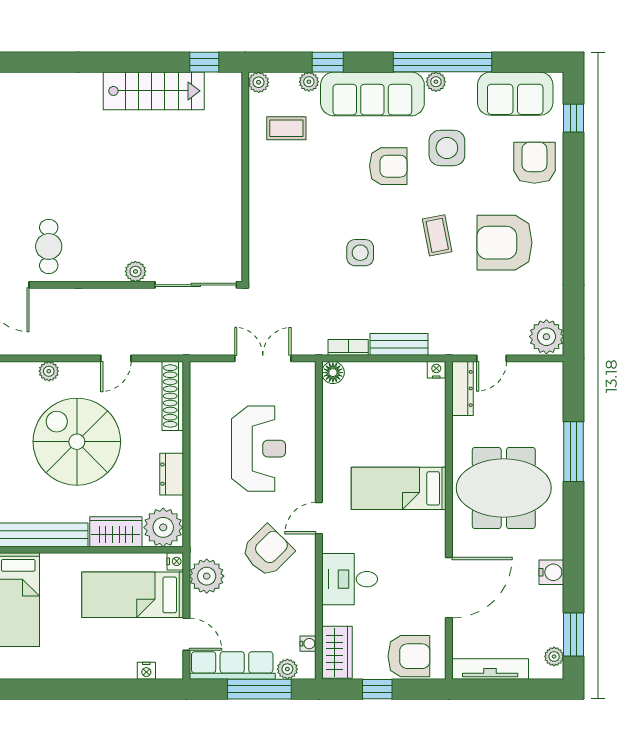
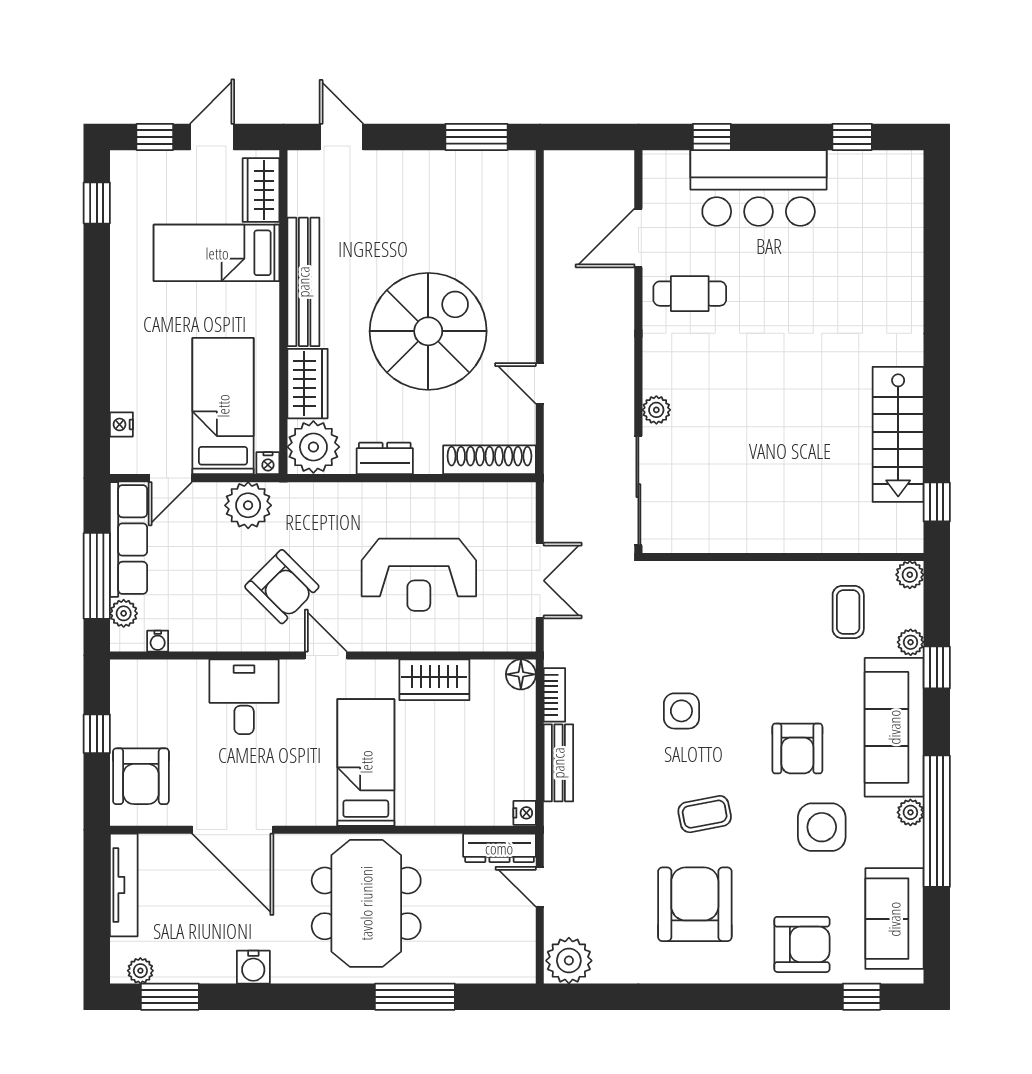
plant: (49, 371) -> (523, 294), removed
wardrobe: (337, 652) -> (434, 680), moved

